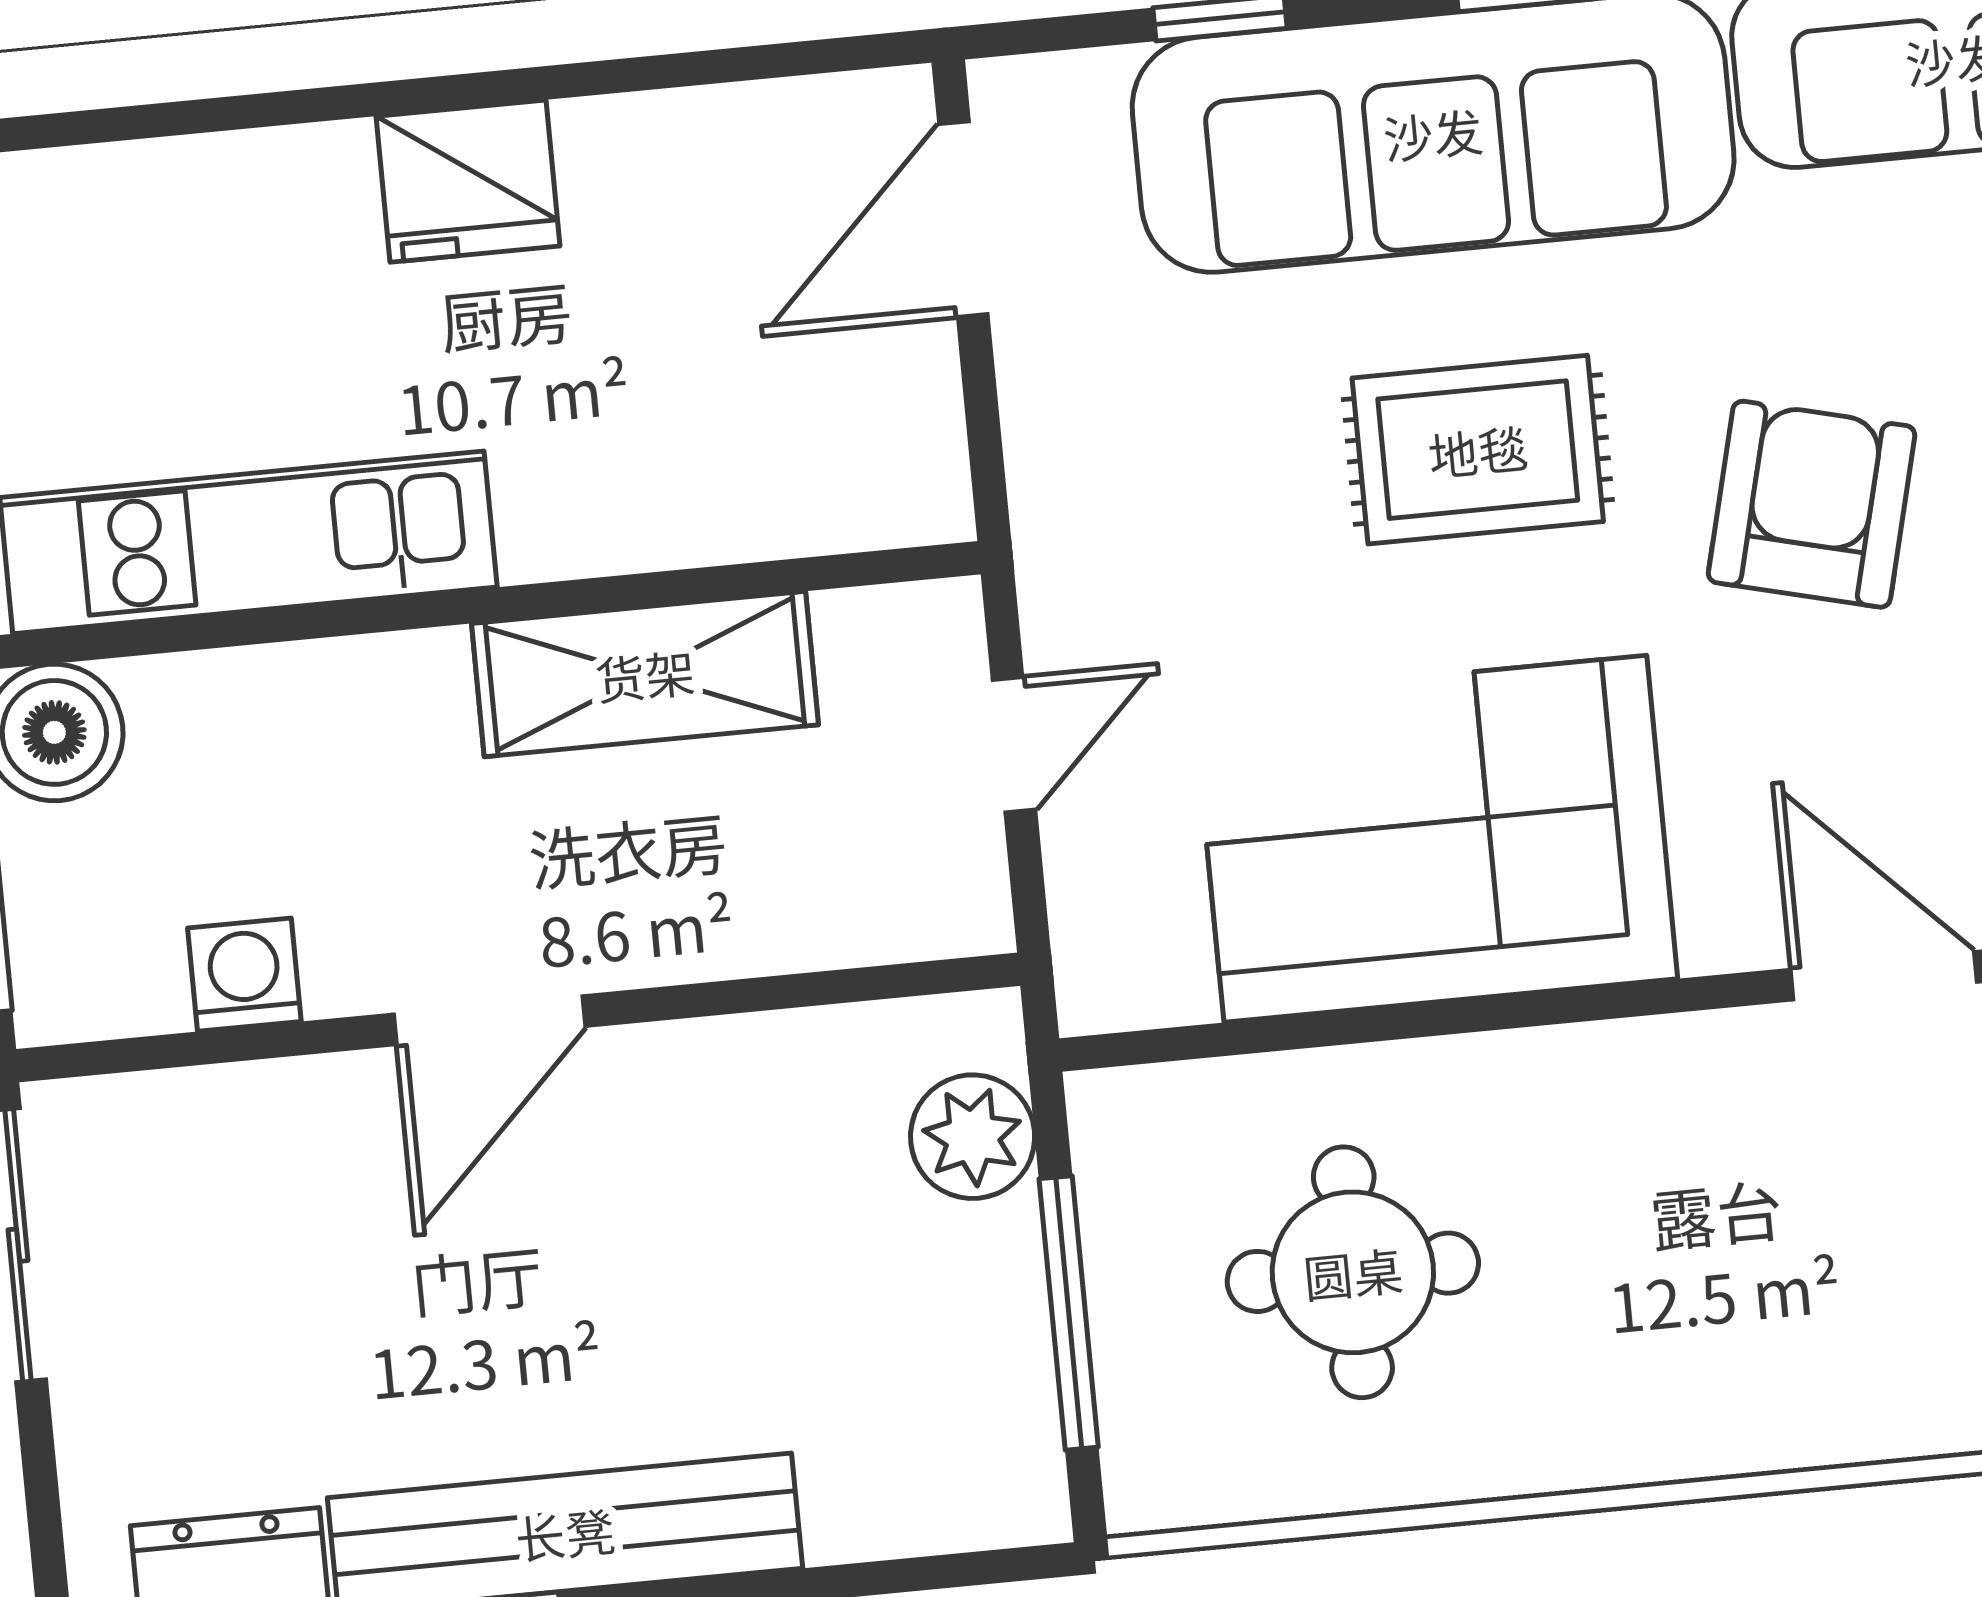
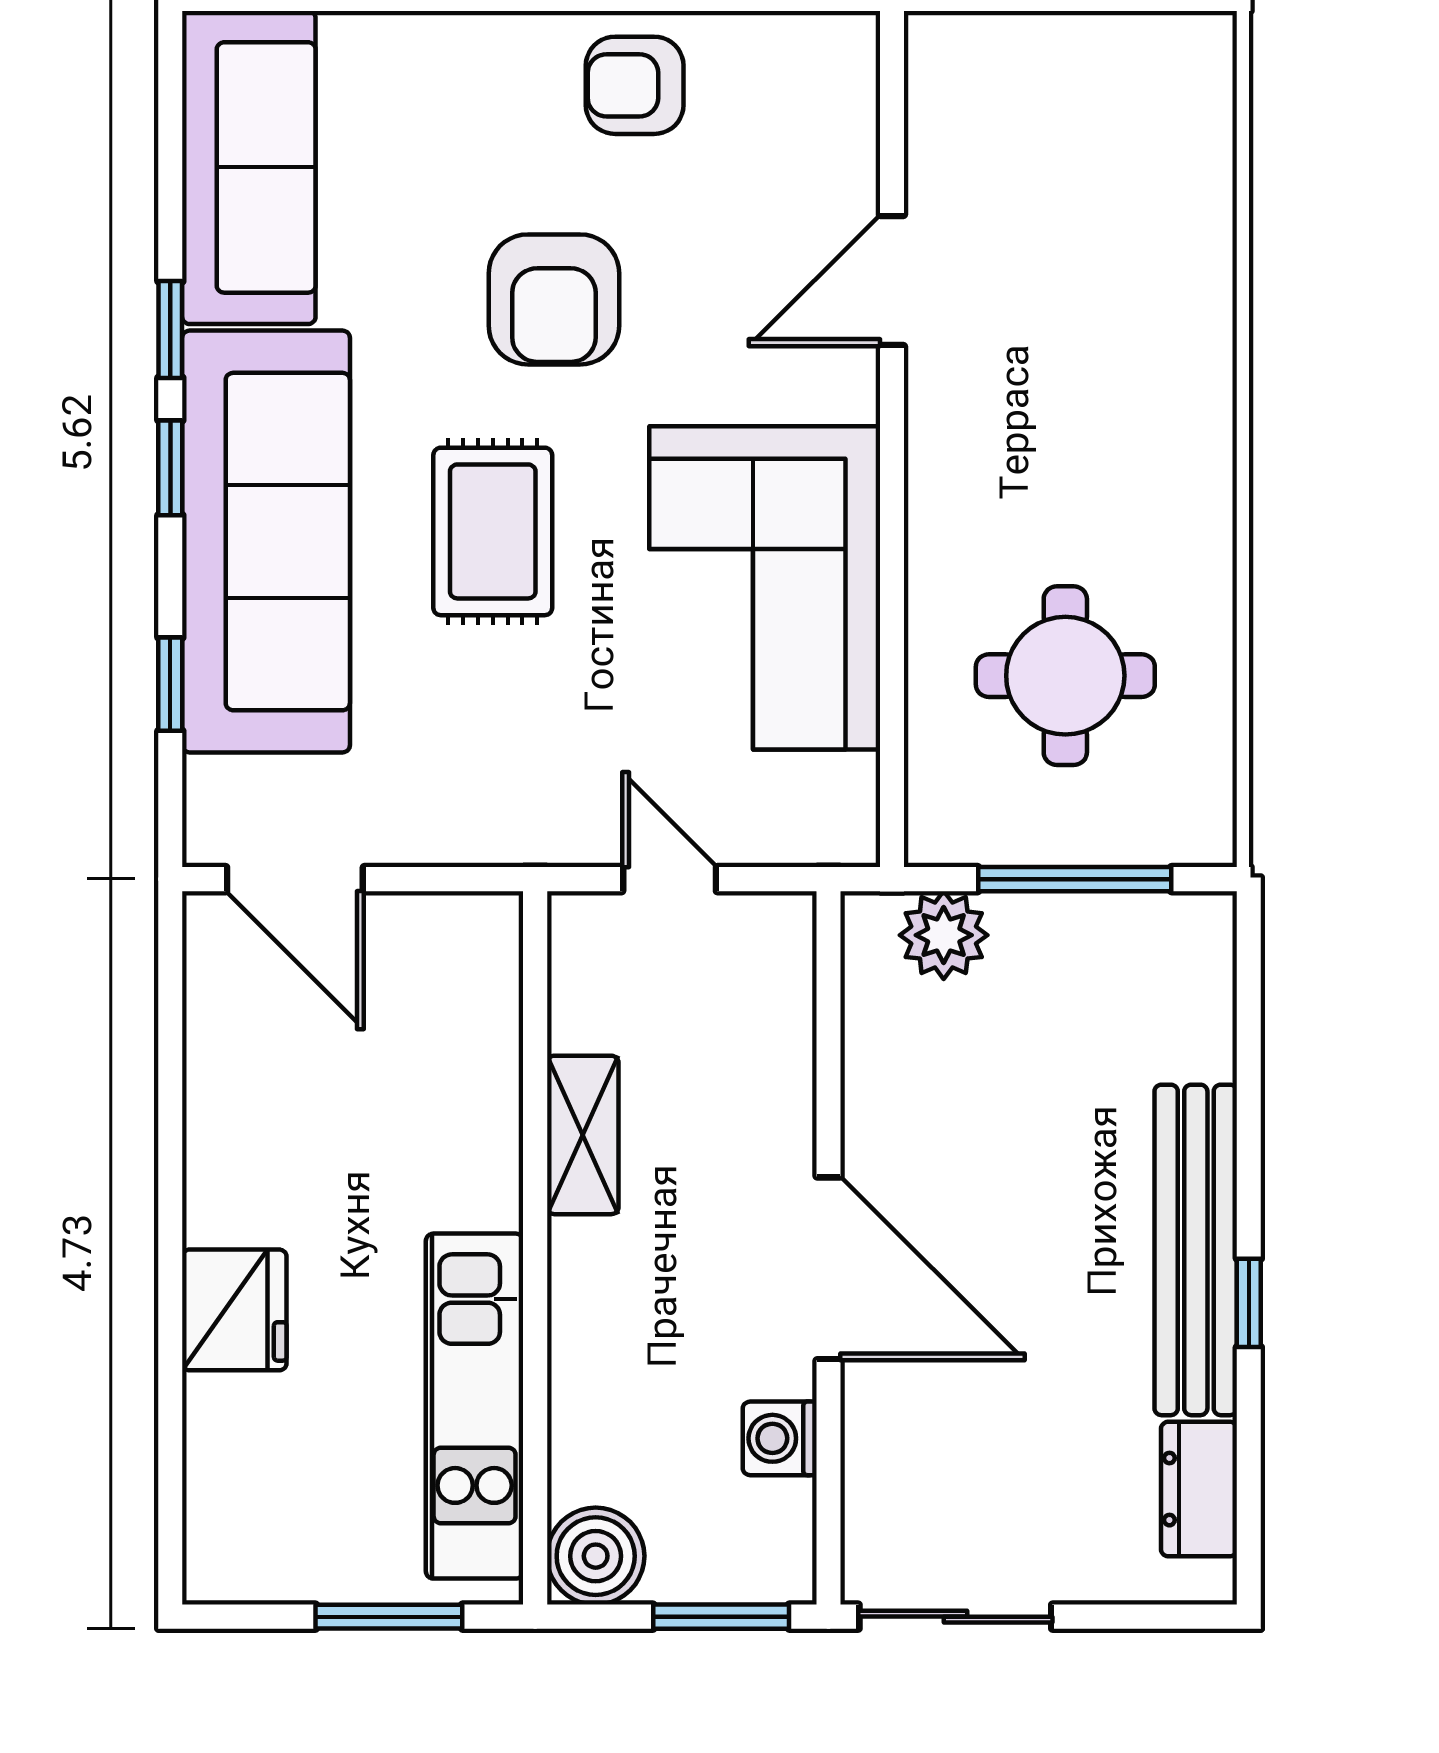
fridge: (468, 181) -> (234, 1310), moved
armchair: (1812, 504) -> (554, 299), turned -104
shelving: (645, 674) -> (583, 1135), width x0.67, depth x0.75
door: (489, 1020) -> (829, 1268), width x1.36

